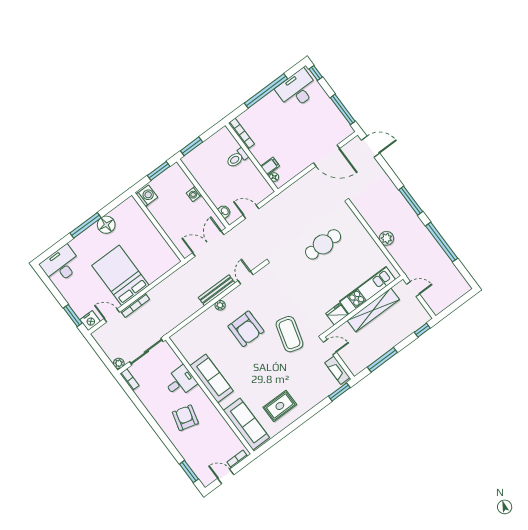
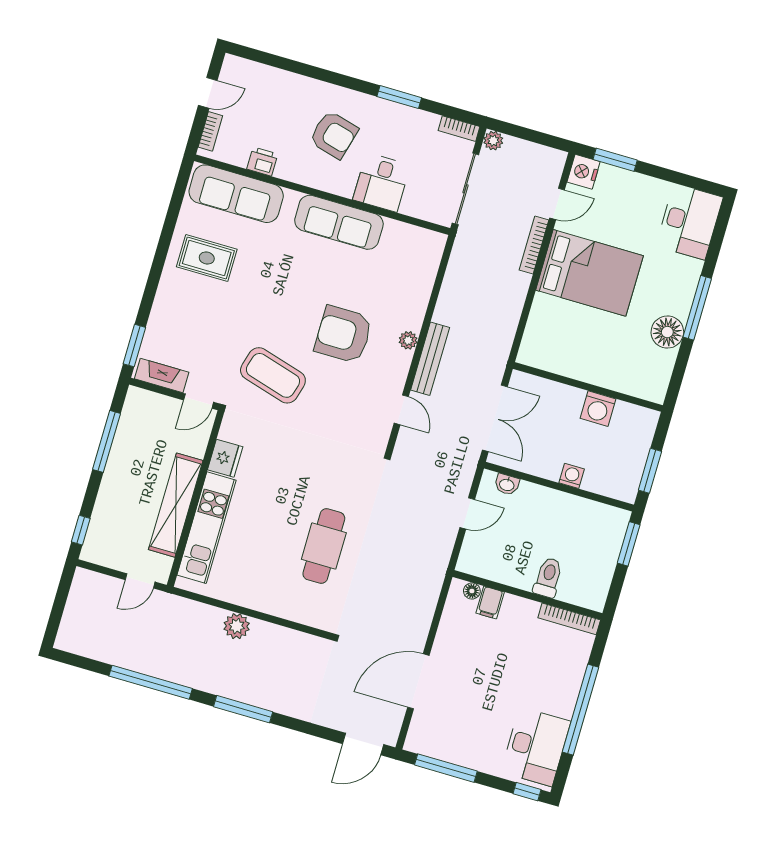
washing machine: (147, 196) -> (598, 409), moved
rug: (280, 406) -> (207, 258), turned 90
printer: (225, 429) -> (262, 162), added
window: (189, 472) -> (399, 97), moved

